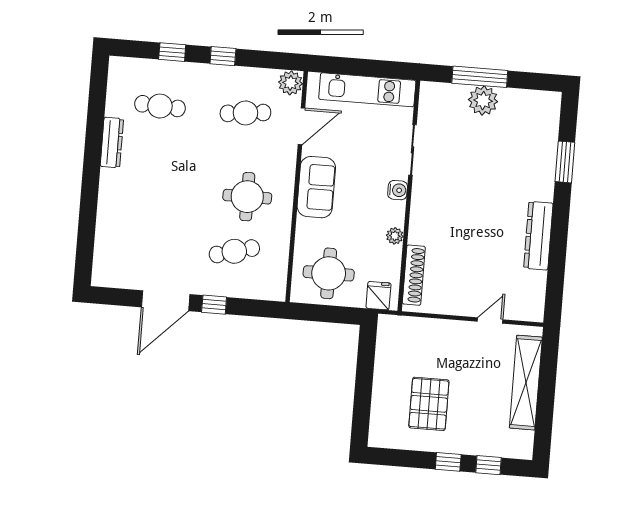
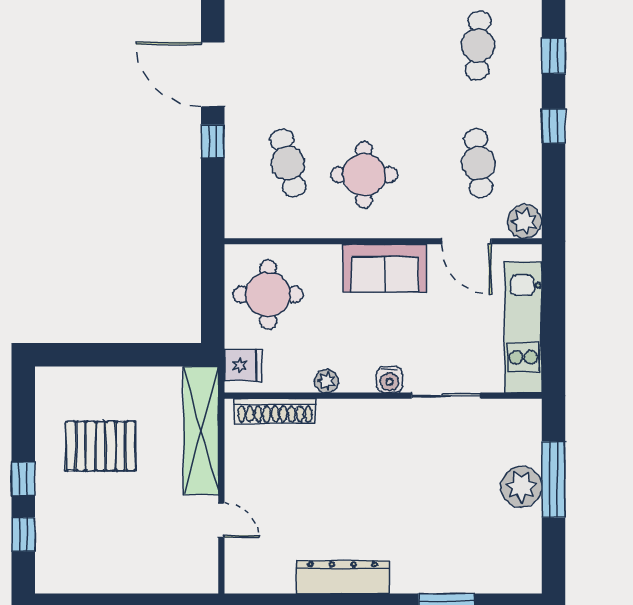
shelving: (526, 383) -> (201, 431), moved, turned 90

